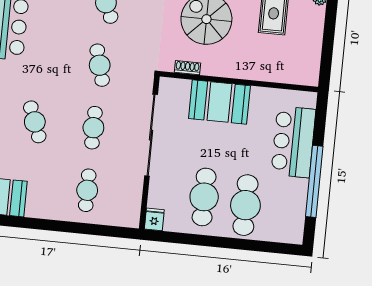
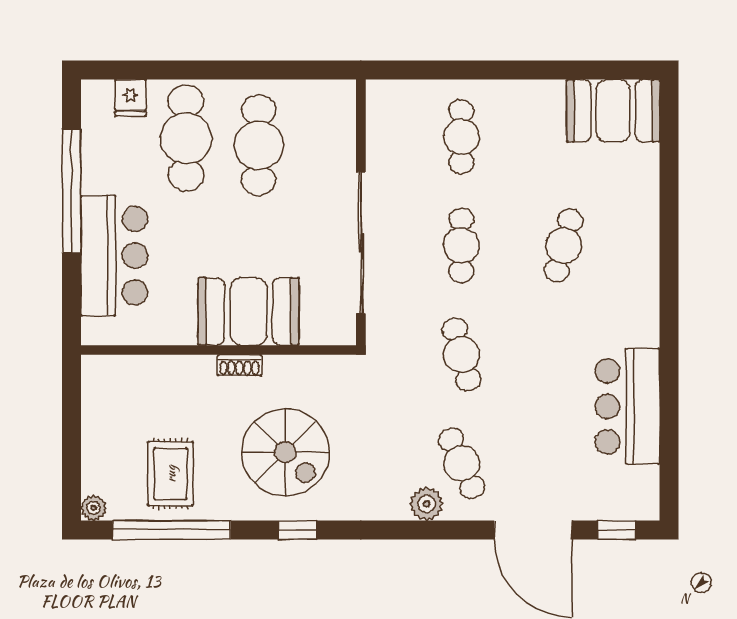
shoe rack: (187, 68) -> (239, 365), moved
cafe table: (35, 122) -> (564, 246), turned 36
fridge: (154, 219) -> (131, 98), moved

